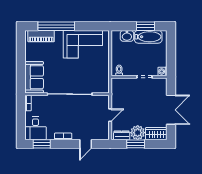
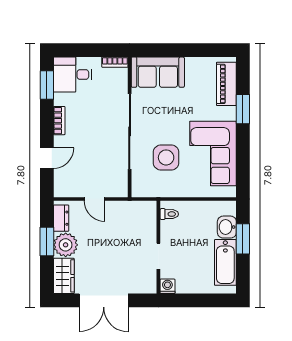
window: (56, 26) -> (243, 109), width x0.47
window: (146, 26) -> (243, 239), moved
side table: (85, 72) -> (166, 157), added
door: (86, 144) -> (47, 158), swing flipped

